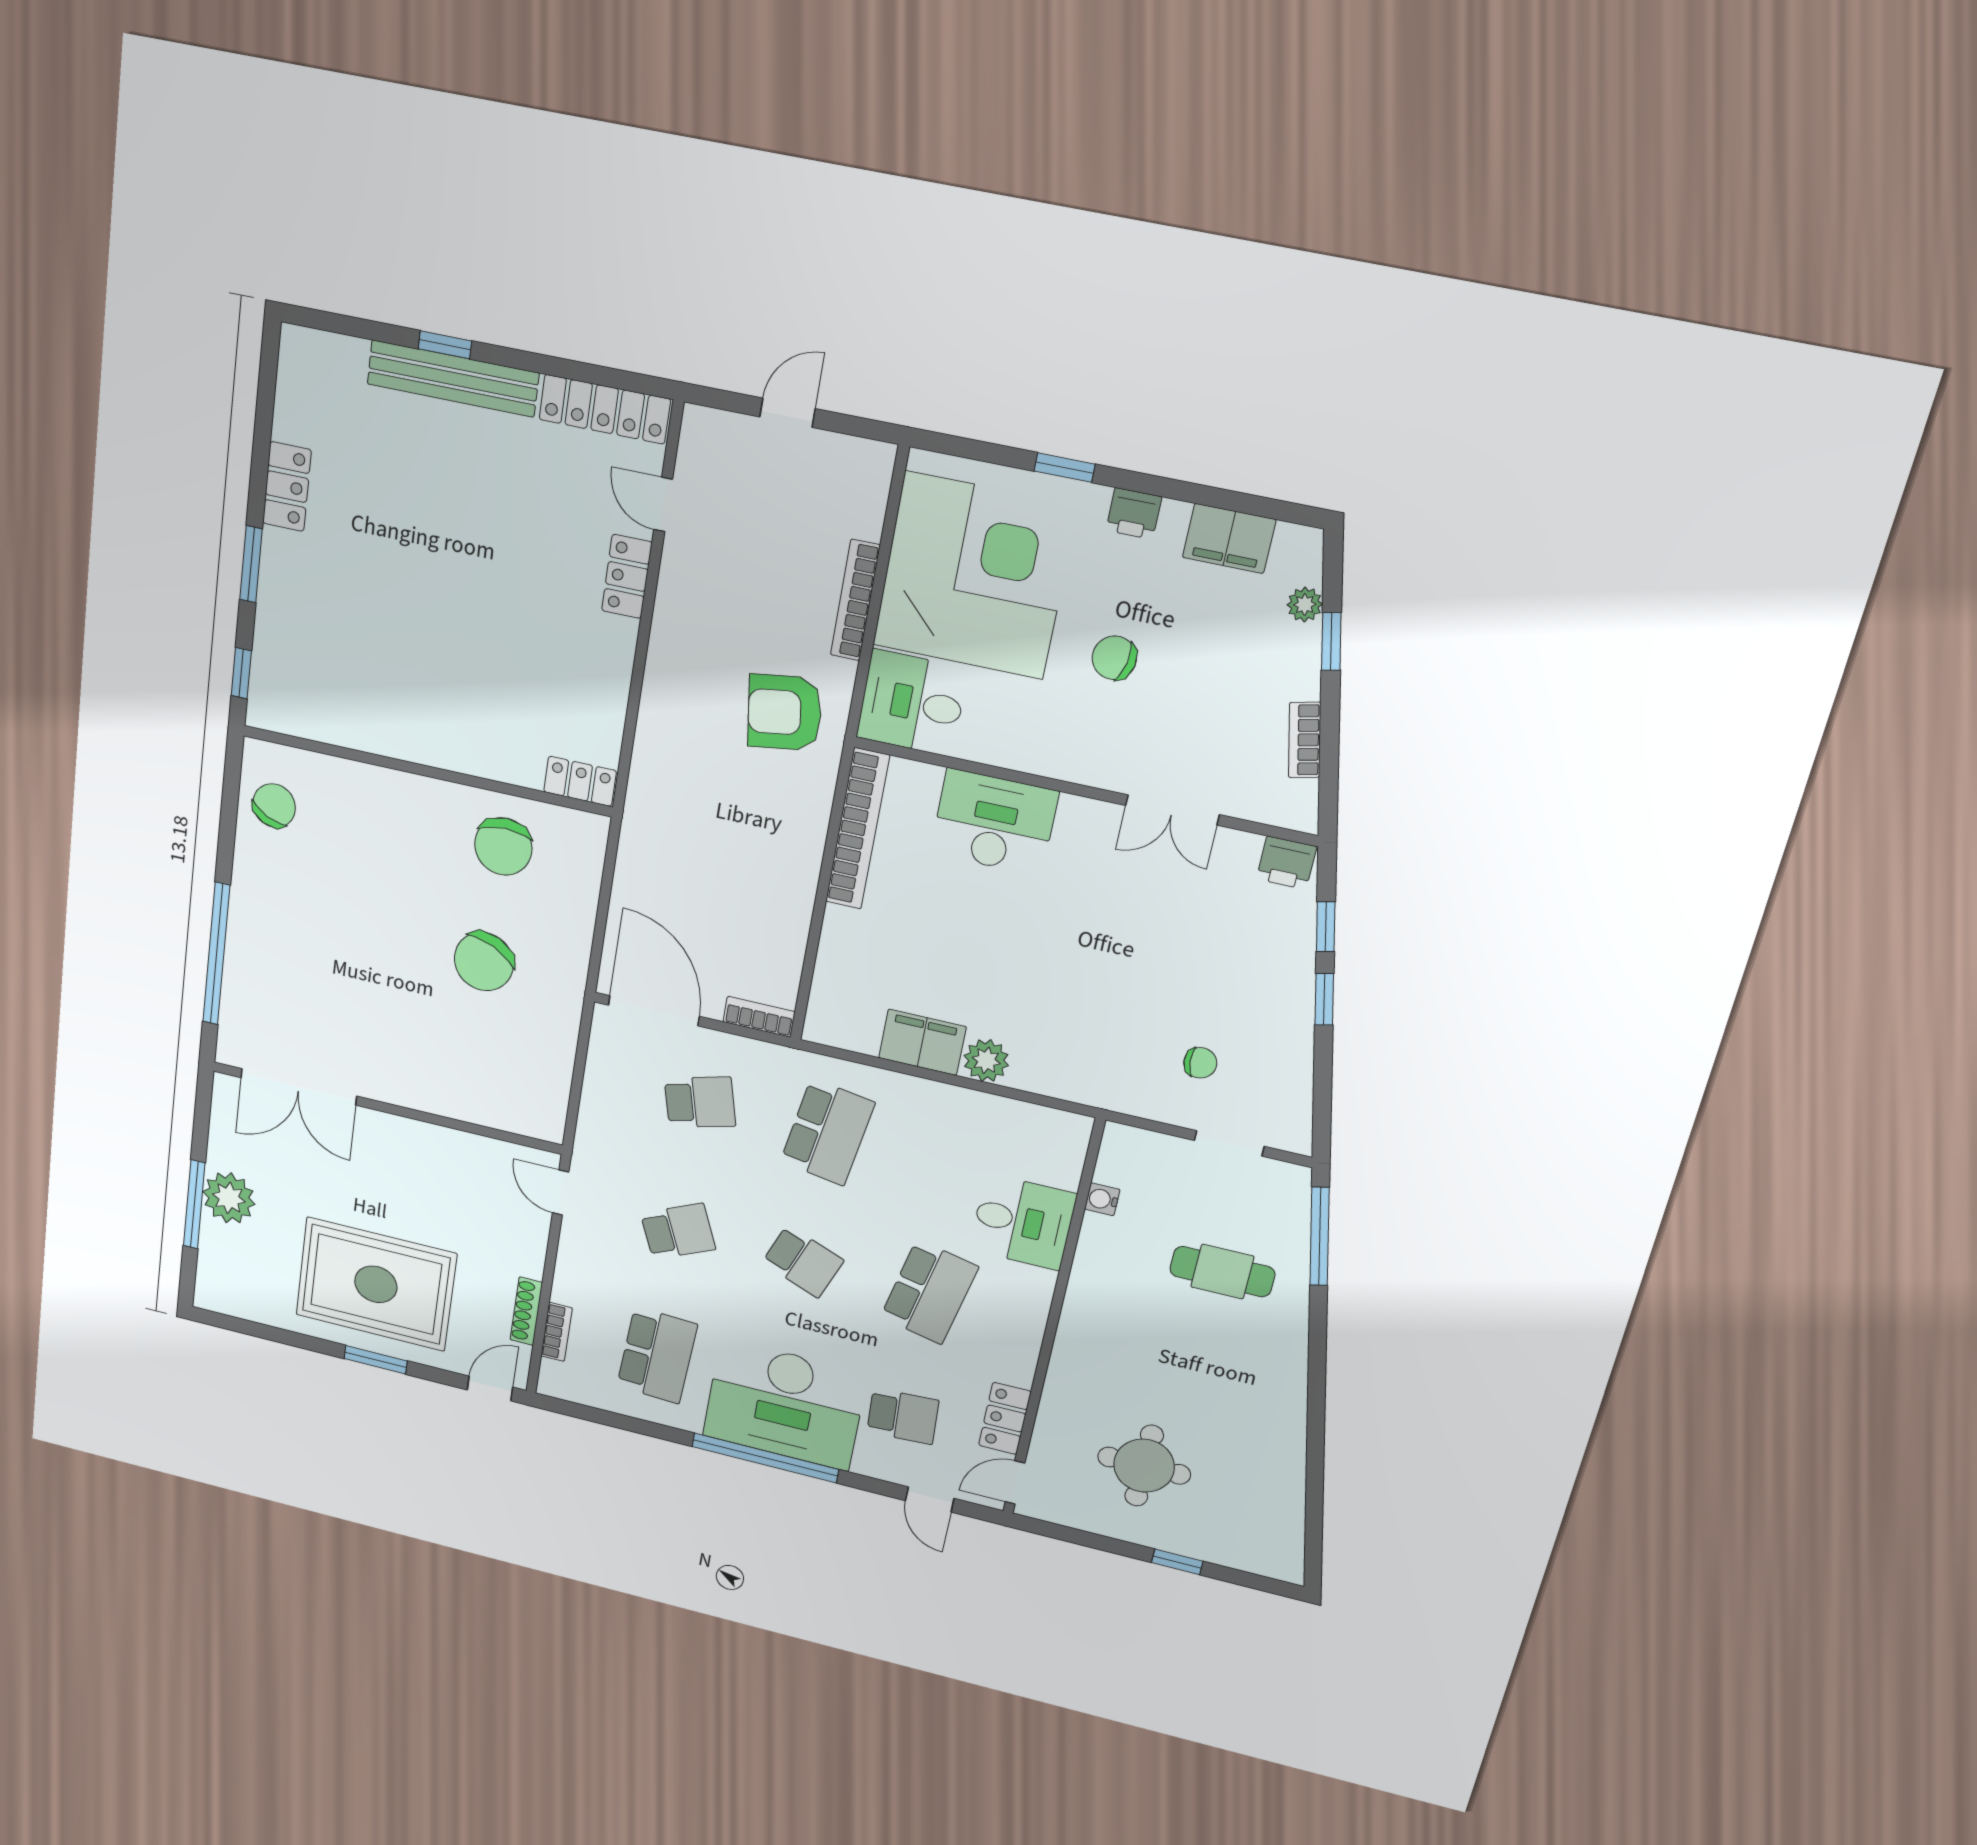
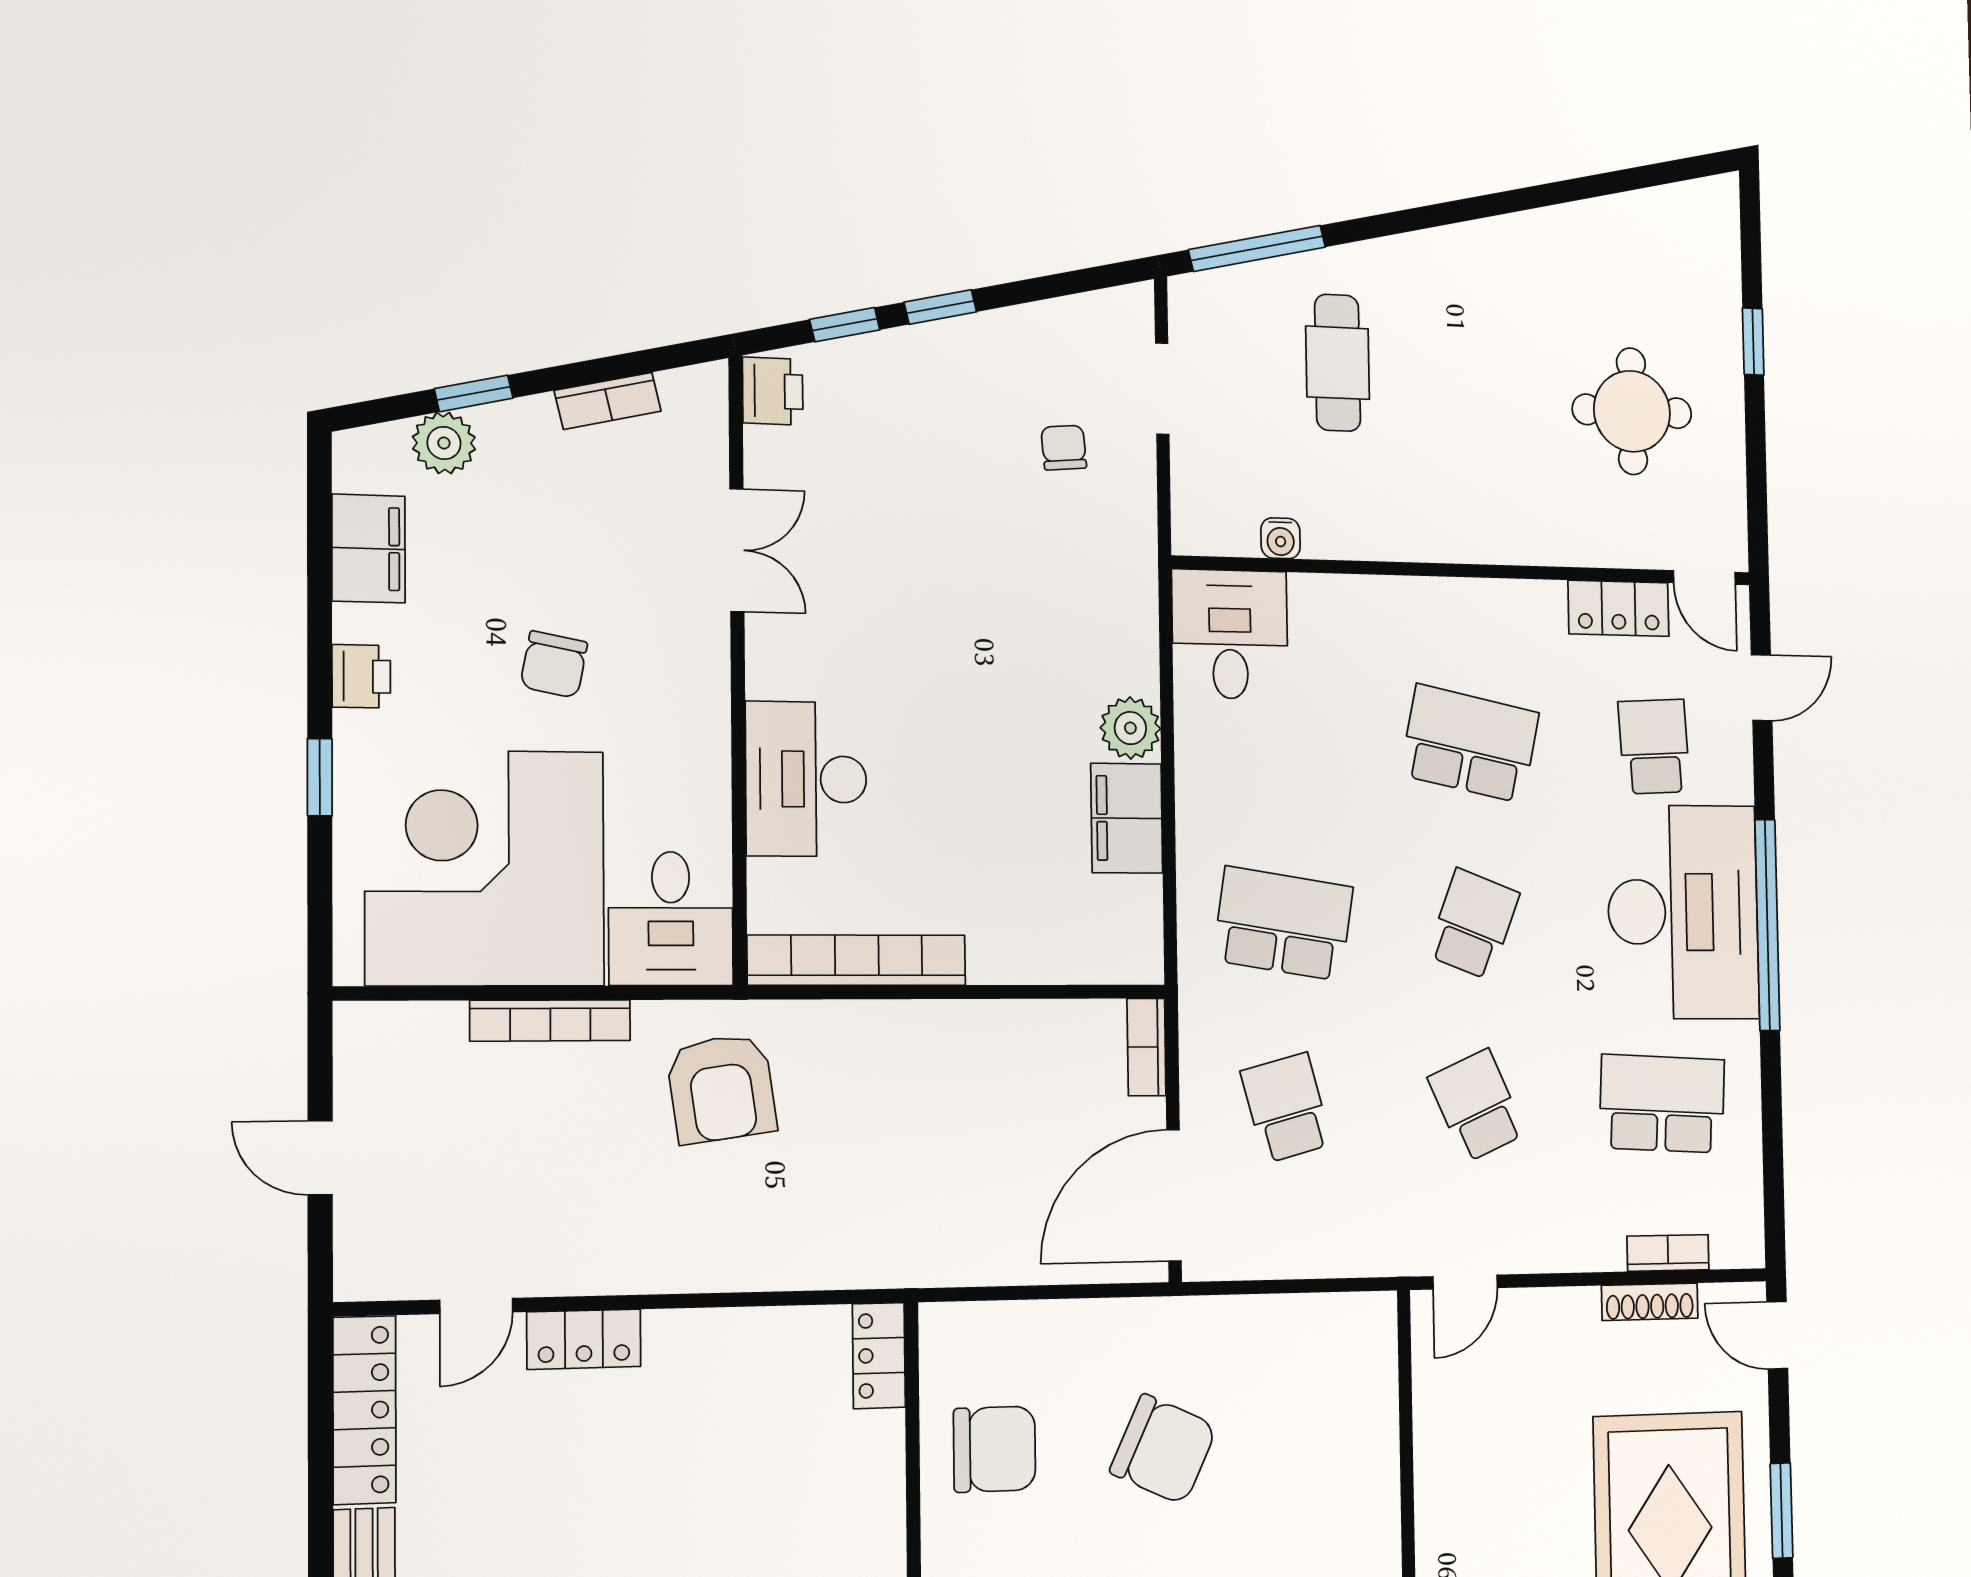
plant: (1305, 605) -> (444, 443), width x1.38, depth x1.38
desk: (1023, 1222) -> (1230, 634), moved

